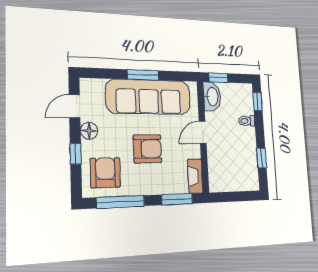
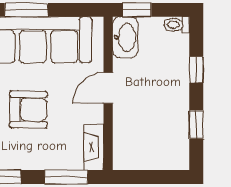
window: (258, 102) -> (196, 70), moved
toilet: (247, 121) -> (177, 25), moved

